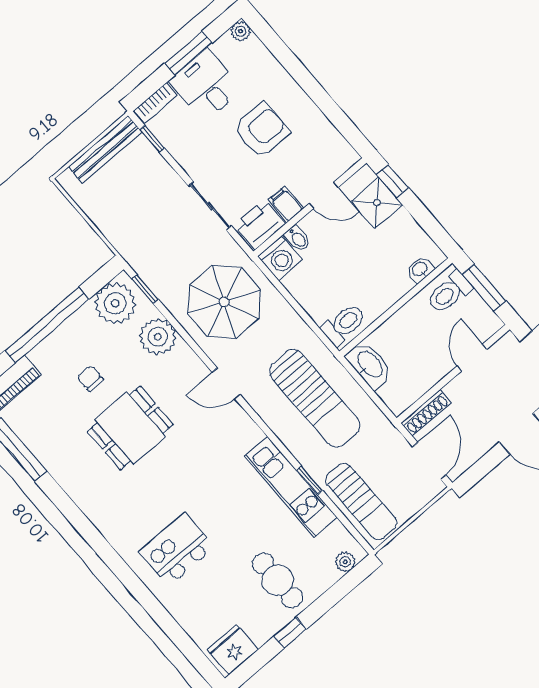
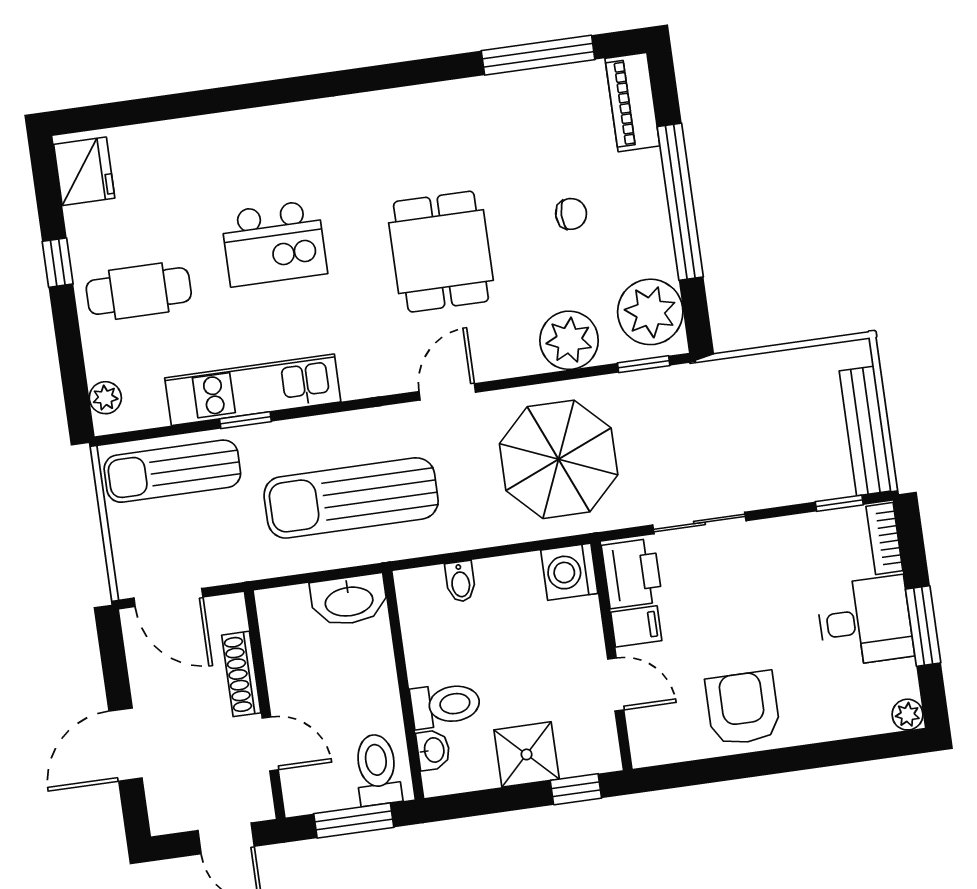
armchair: (261, 130) -> (743, 708), moved, turned 180
door: (324, 195) -> (616, 685), swing flipped
shower: (377, 203) -> (527, 754), moved
bidet: (298, 238) -> (460, 582), moved, turned -90
toilet: (344, 324) -> (446, 705), moved, turned -90
shoe rack: (426, 413) -> (241, 674), moved
dining table: (130, 428) -> (441, 252), moved
kitchen island: (177, 550) -> (274, 243), moved, turned 90

